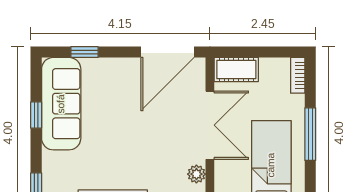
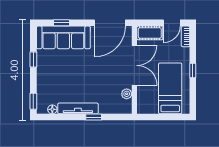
door: (274, 52) -> (172, 23), added
sofa: (61, 104) -> (63, 37), moved, turned 90
window: (310, 134) -> (193, 71), width x0.46

